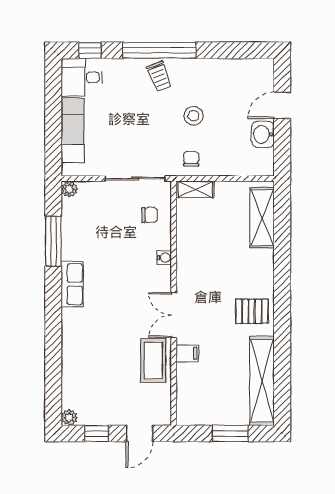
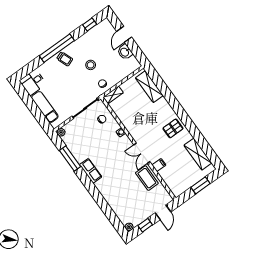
window: (90, 50) -> (90, 25), moved
shelving: (262, 381) -> (198, 154), width x0.68

